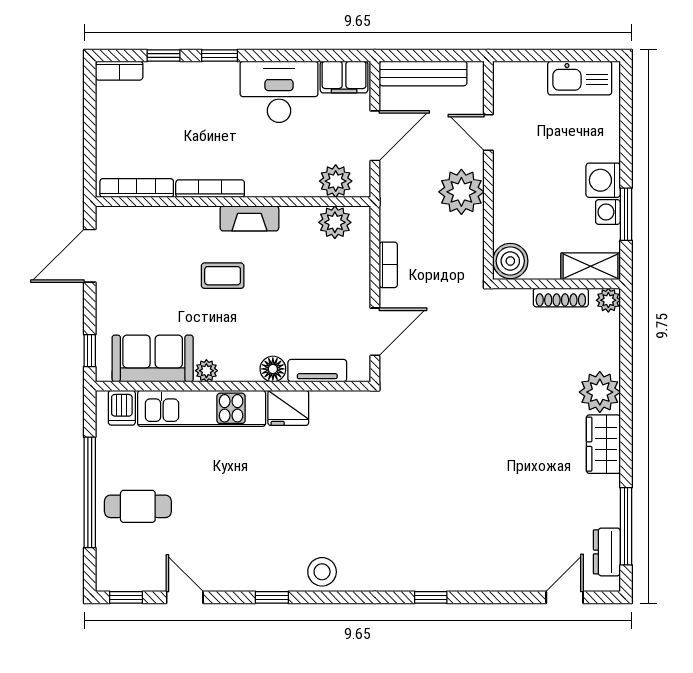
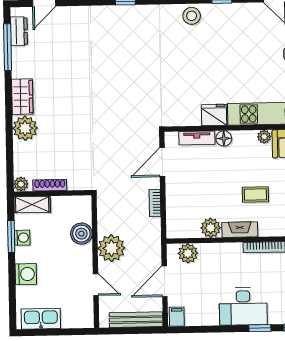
filing cabinet: (344, 77) -> (177, 317), width x0.50
desk: (279, 92) -> (243, 306), moved
washing machine: (603, 180) -> (26, 274), moved
plant: (335, 222) -> (211, 228), moved
boiler: (510, 261) -> (81, 234), moved

